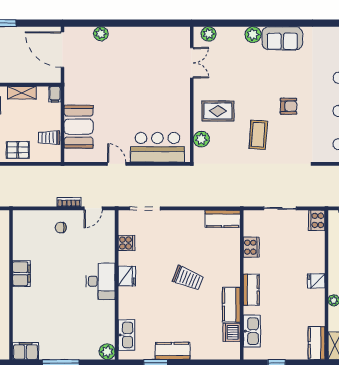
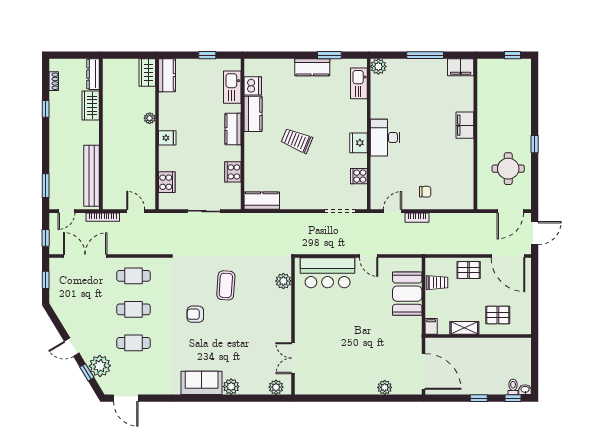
rug: (218, 111) -> (266, 309), removed
cooker: (317, 220) -> (167, 182), moved
filing cabinet: (21, 274) -> (465, 125), moved

